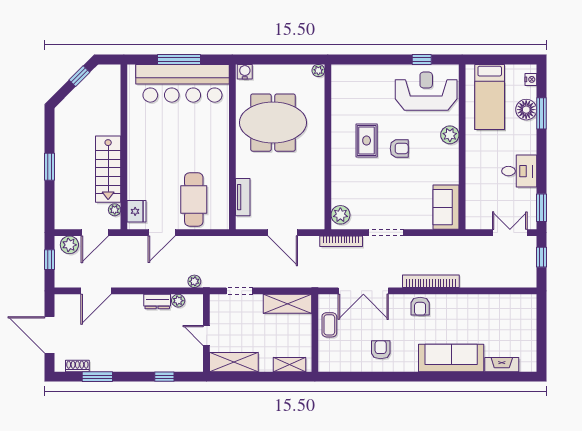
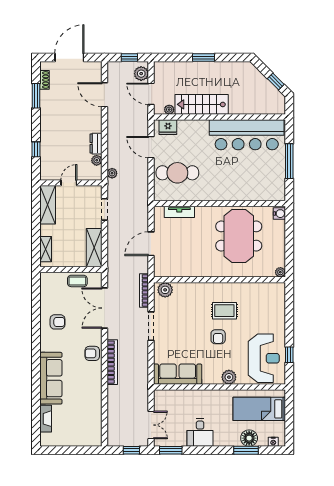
bar counter: (182, 83) -> (247, 135), moved, turned -90
sofa: (446, 207) -> (178, 374), width x1.36

